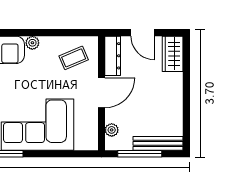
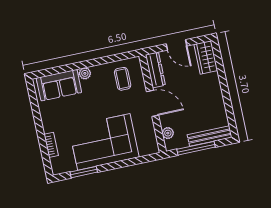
coffee table: (74, 58) -> (123, 79), turned -67
door: (101, 93) -> (153, 103), hinge flipped

